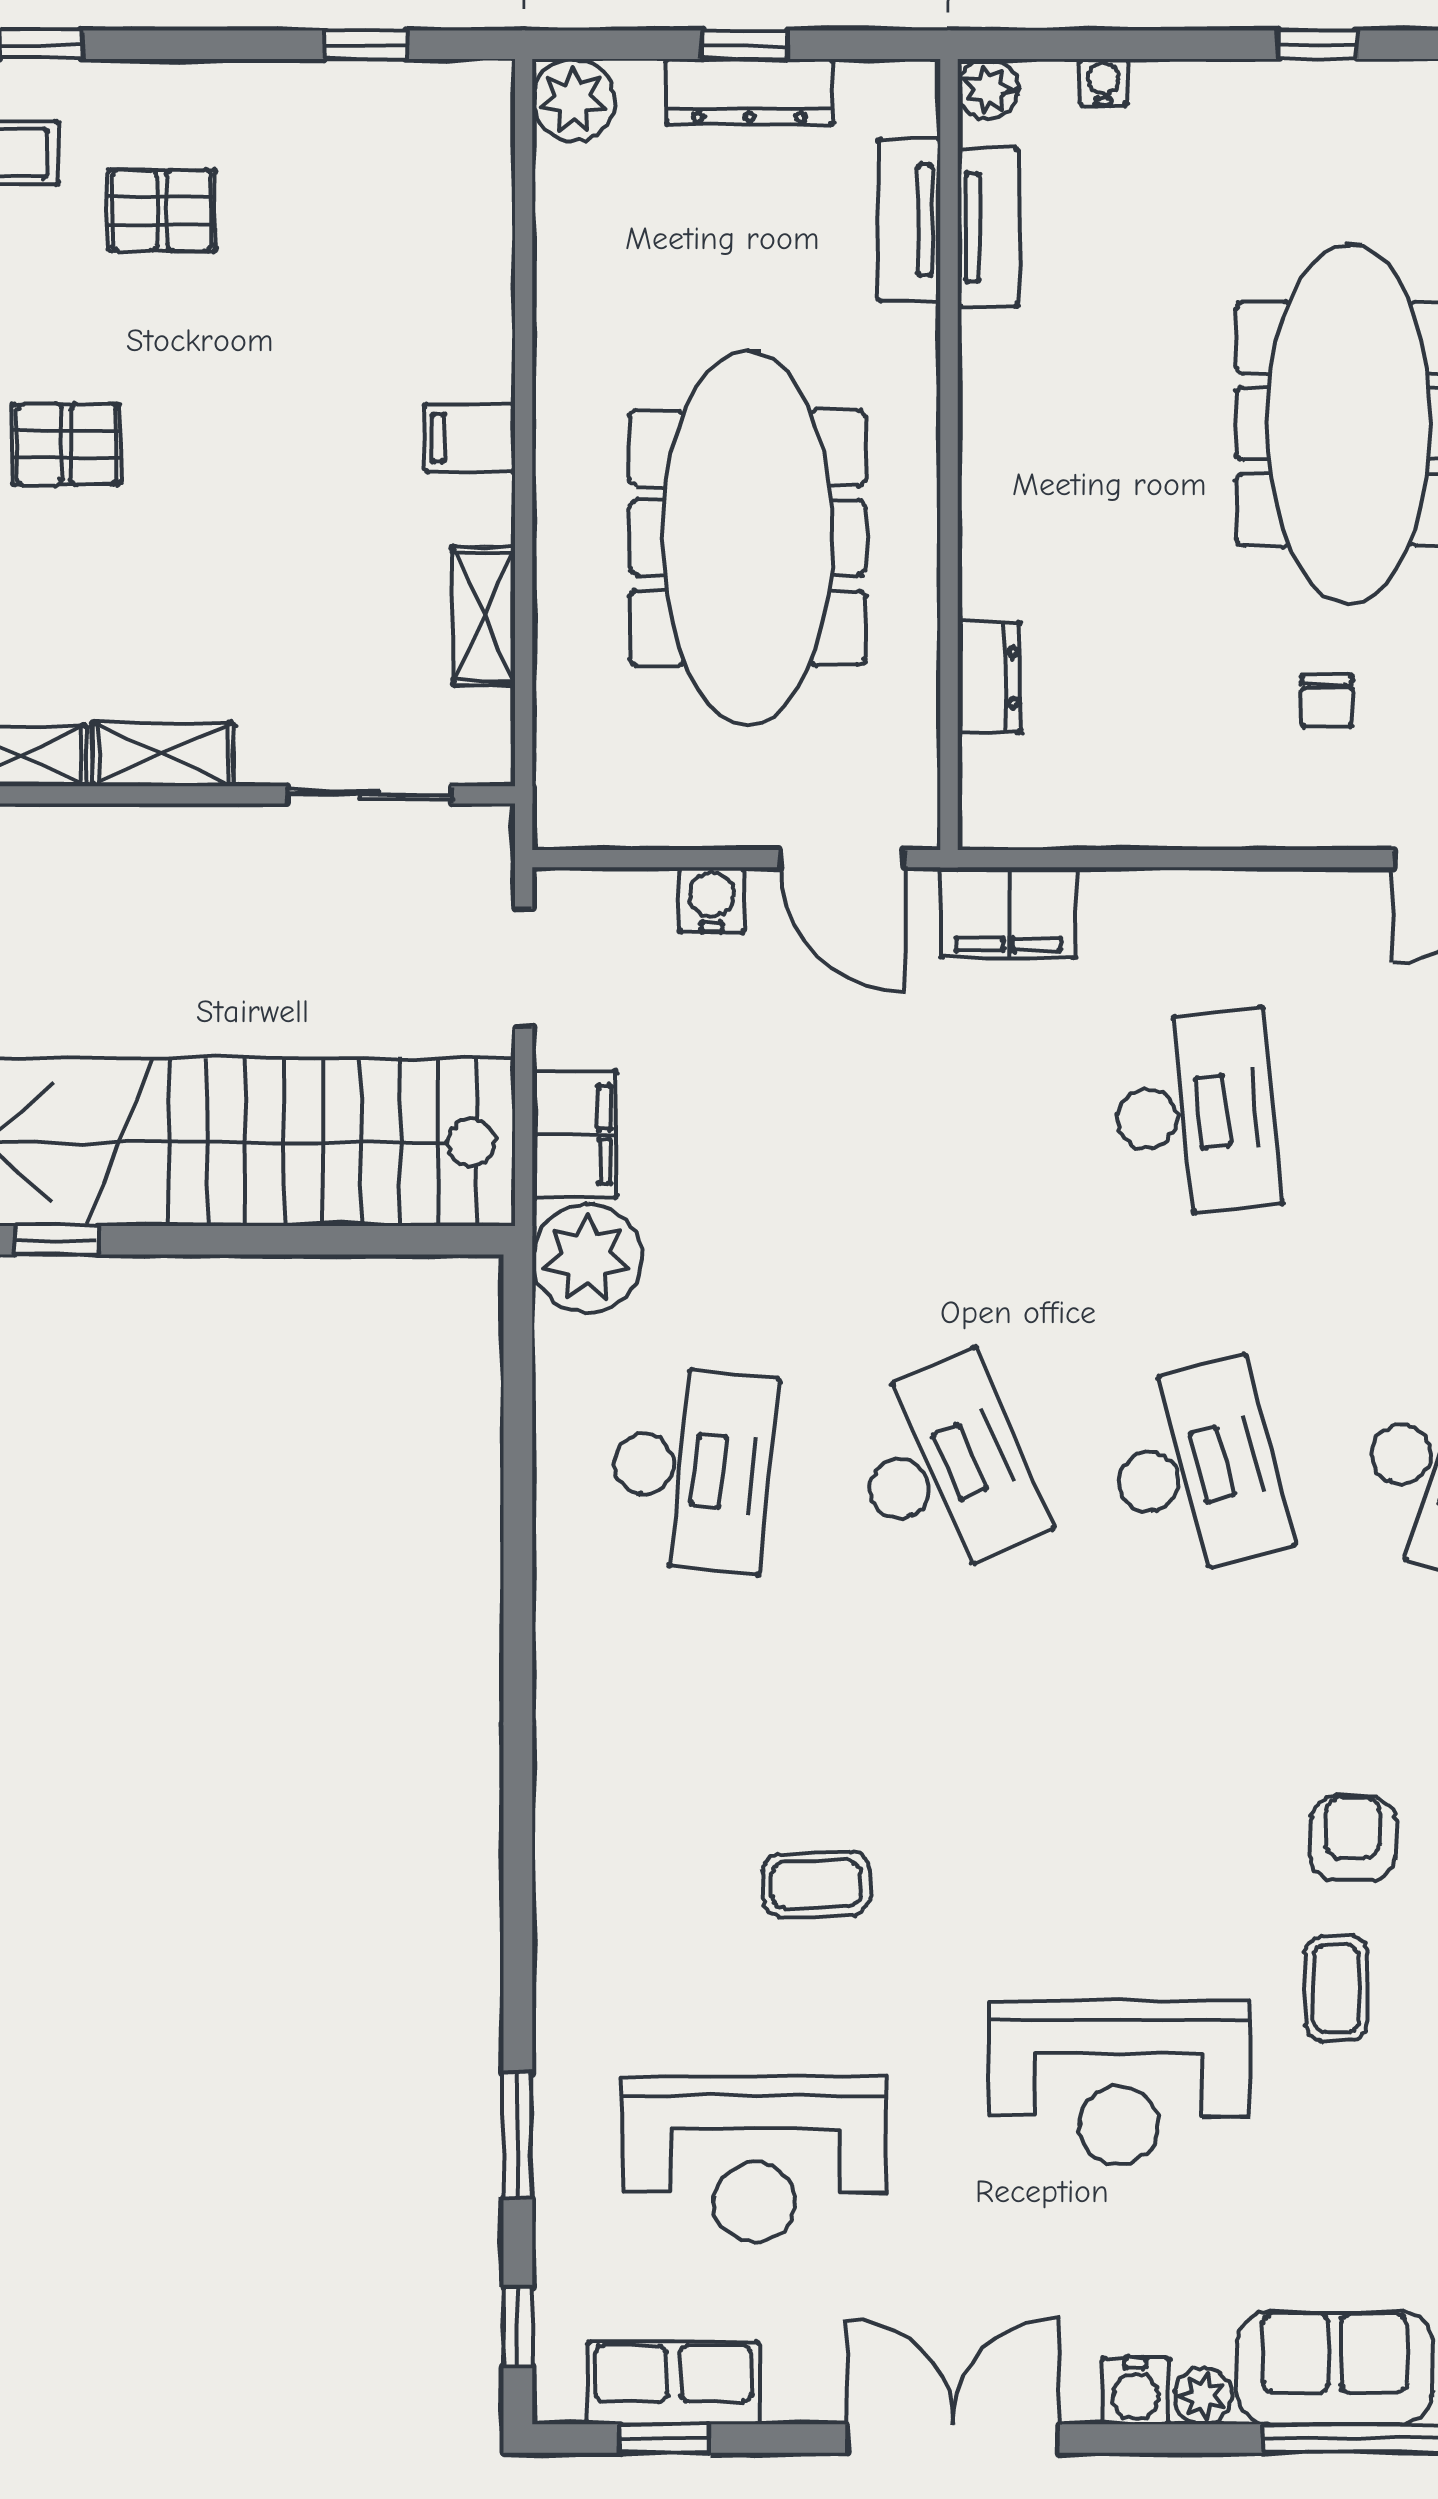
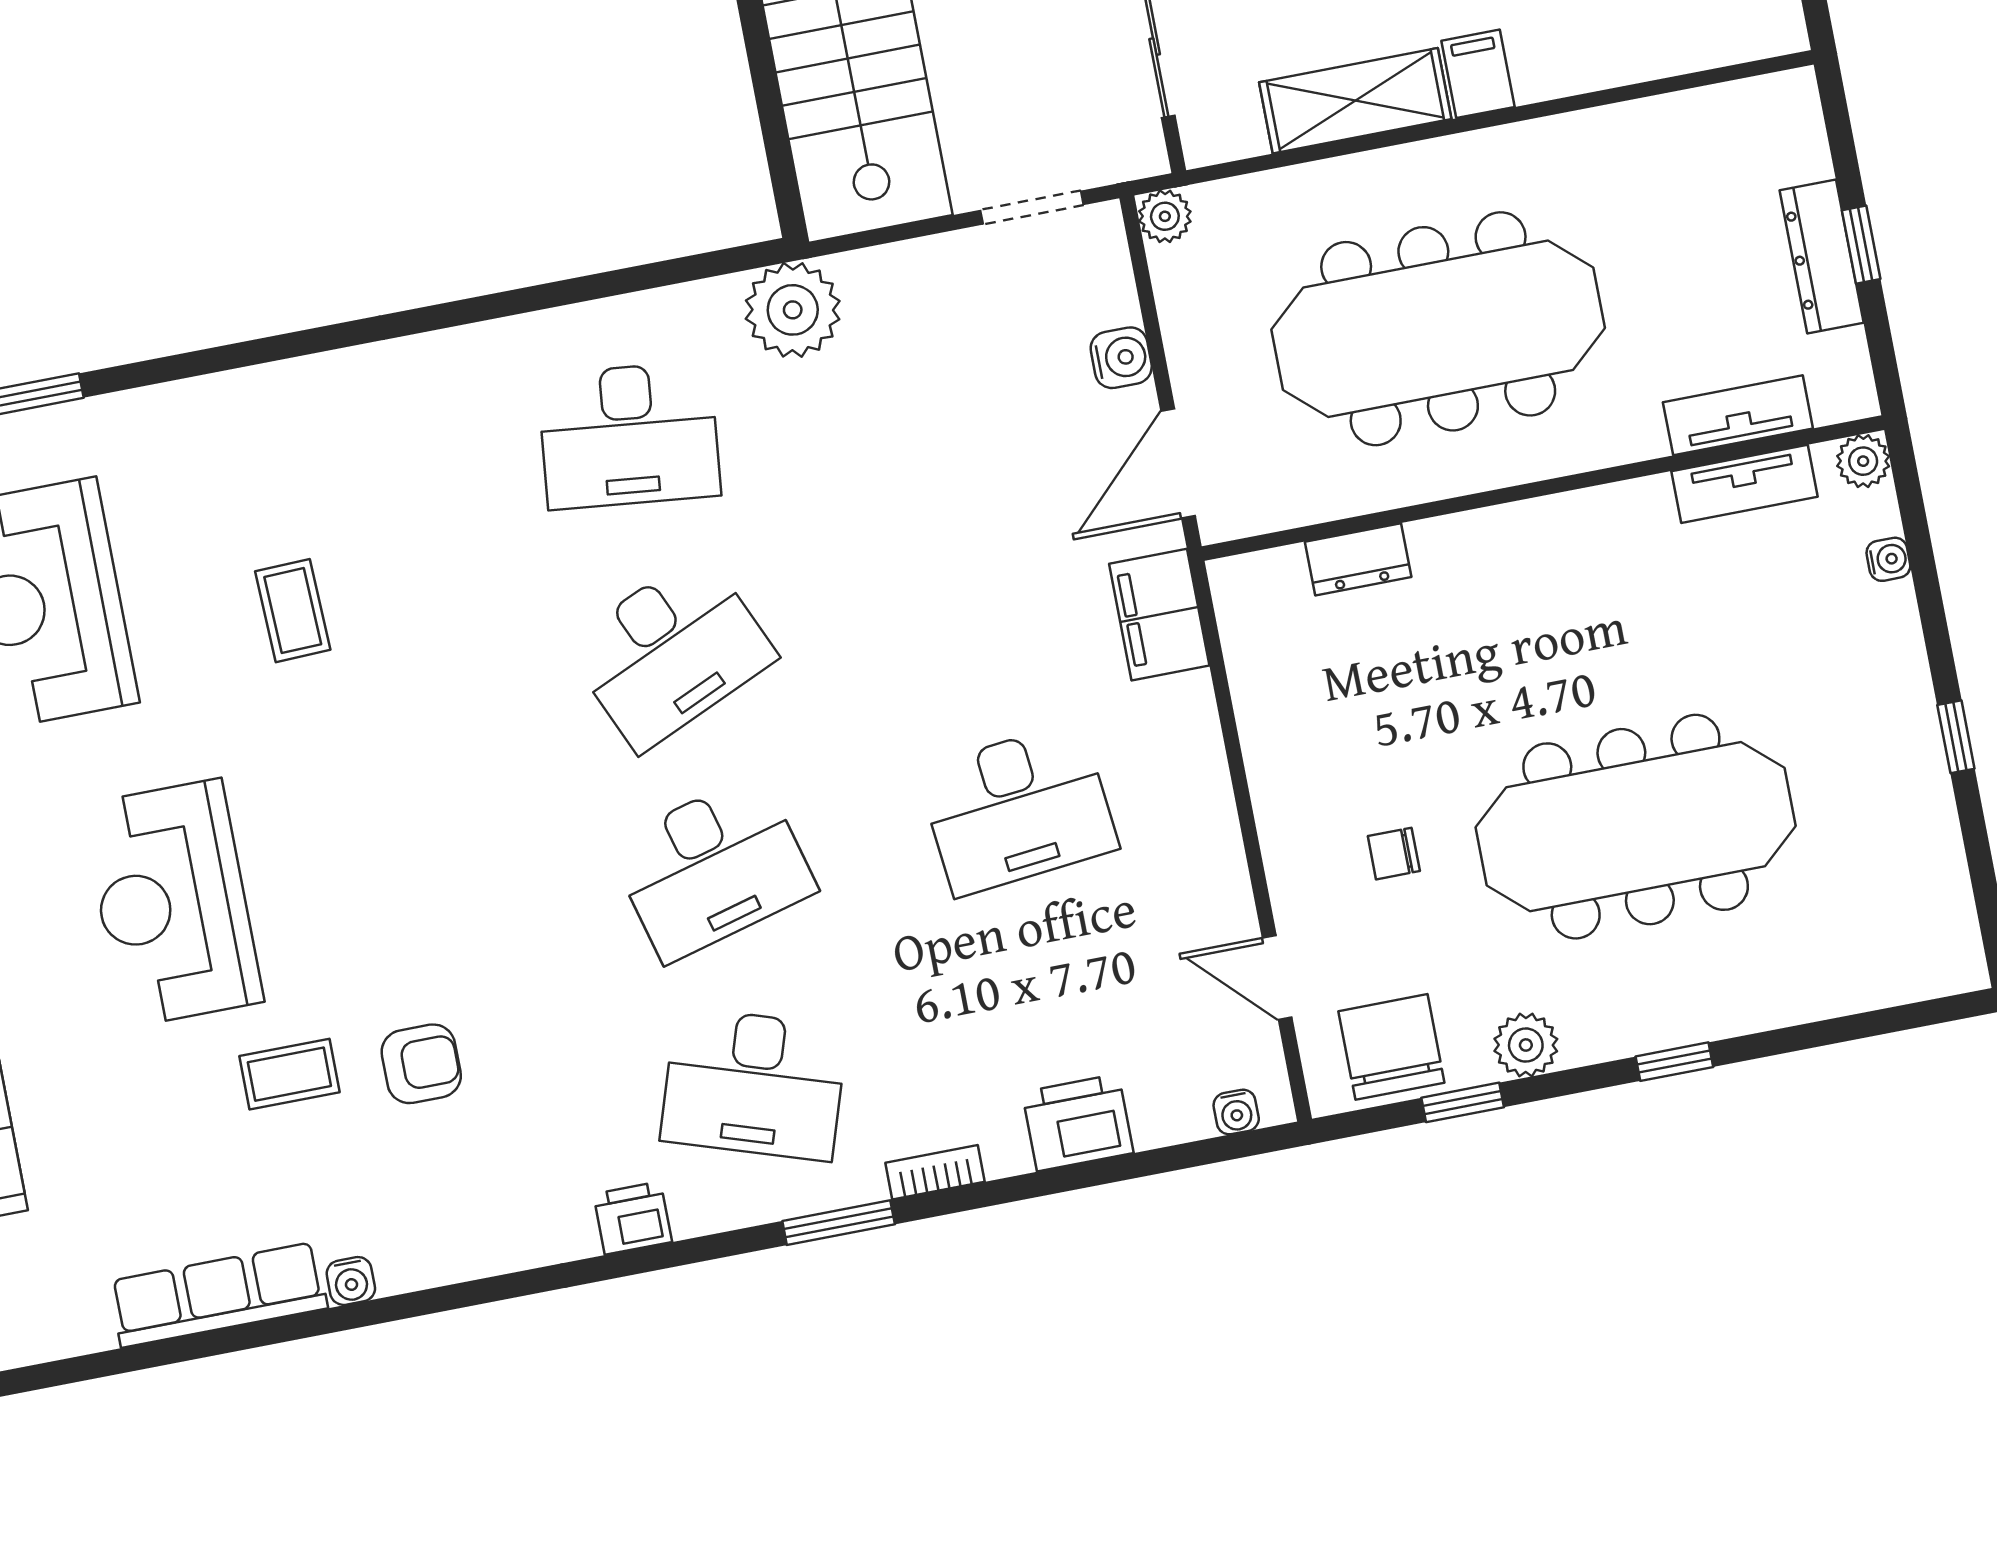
plant: (573, 100) -> (1165, 216), moved, width x0.73, depth x0.73
shelving: (484, 616) -> (1355, 101), width x1.50, depth x1.33
filing cabinet: (575, 1134) -> (897, 279), removed

